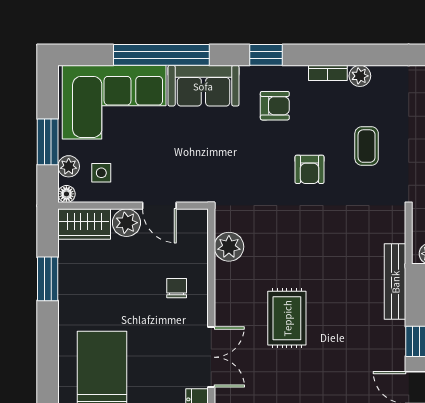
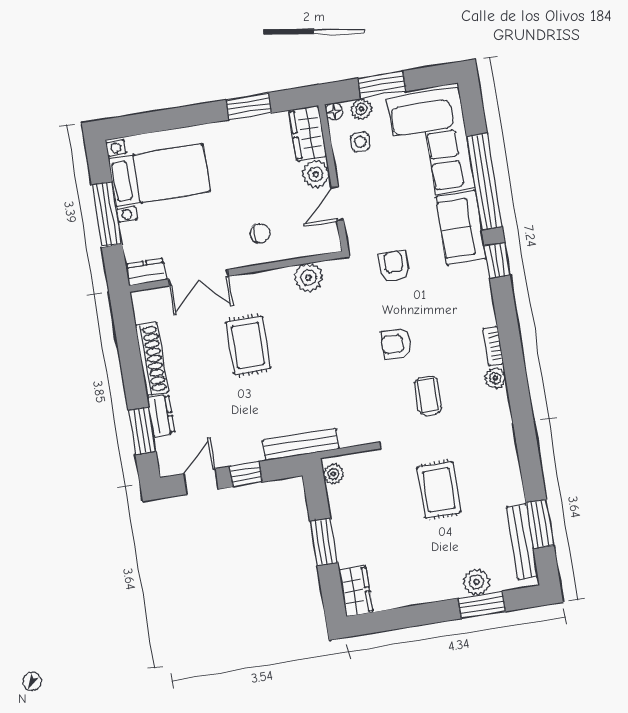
window: (266, 55) -> (497, 260), moved
armchair: (275, 106) -> (394, 266), moved, turned 180
coffee table: (367, 146) -> (428, 396), turned 90
rug: (287, 318) -> (248, 345), turned 90

